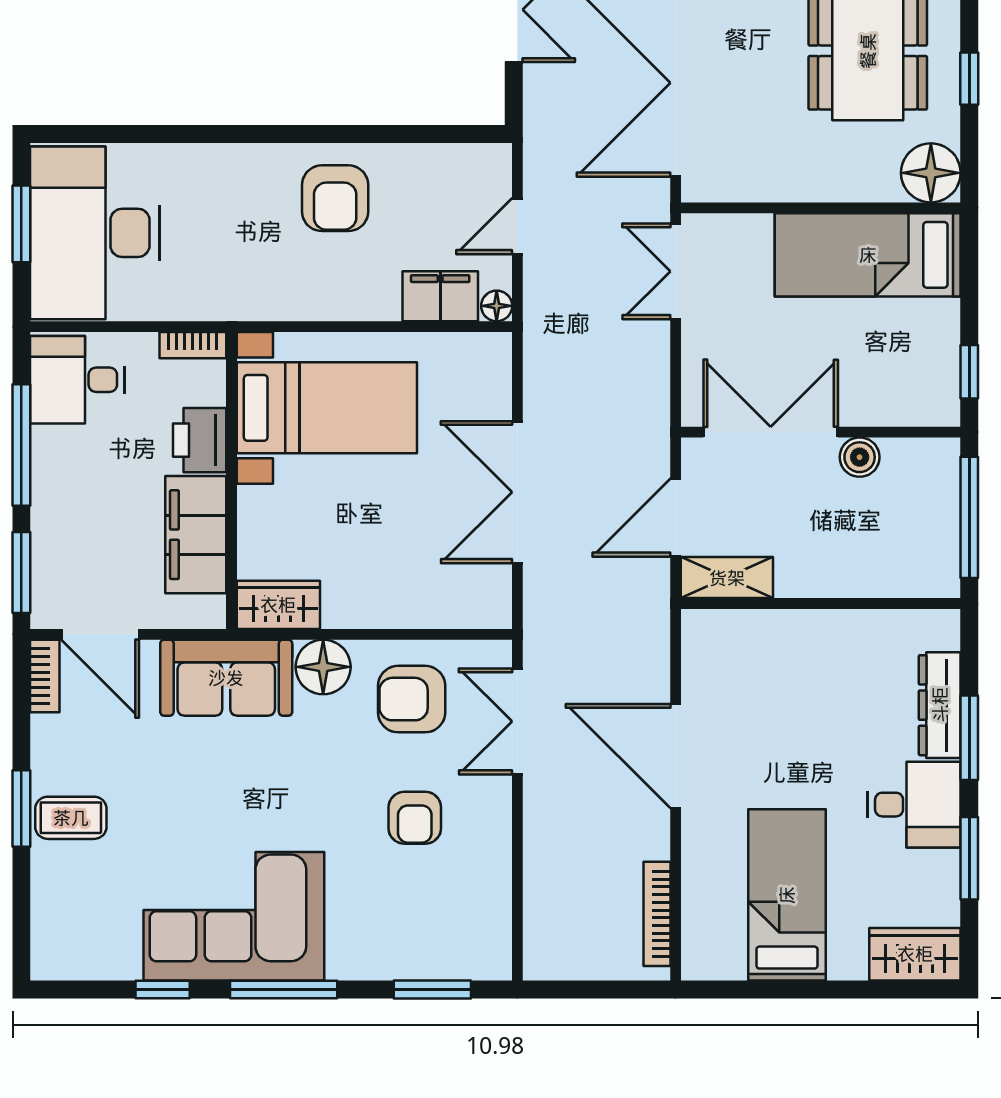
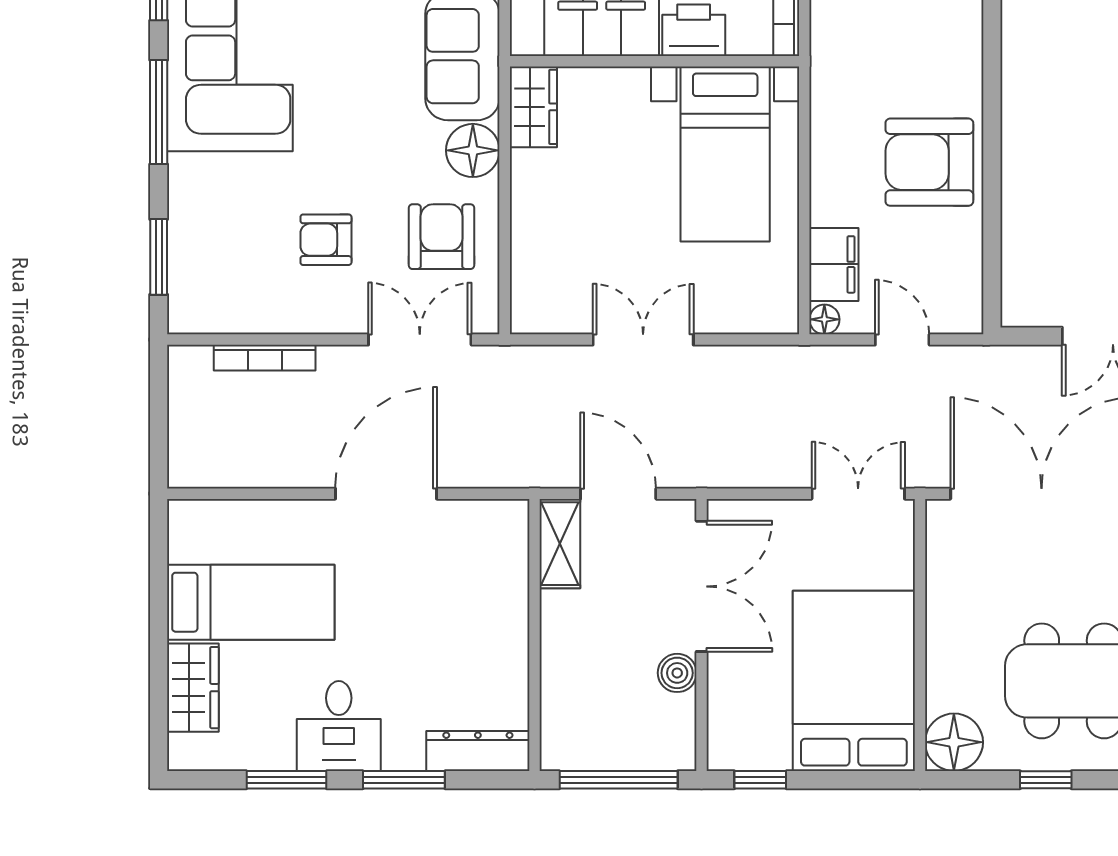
armchair: (335, 198) -> (929, 162), width x1.36, depth x1.36
bed: (868, 255) -> (854, 681), width x1.50
double door: (517, 492) -> (643, 340), width x0.73
dresser: (940, 705) -> (478, 751), moved
bookcase: (657, 914) -> (265, 358), moved, turned 180
wardrobe: (915, 954) -> (193, 688), moved

